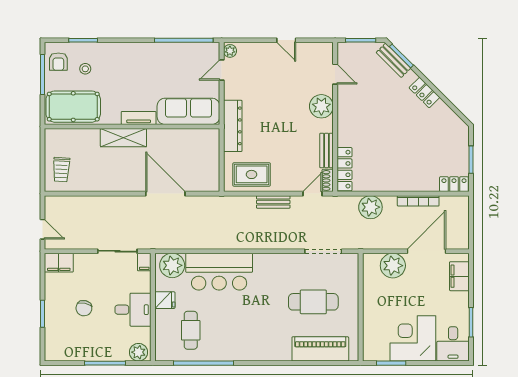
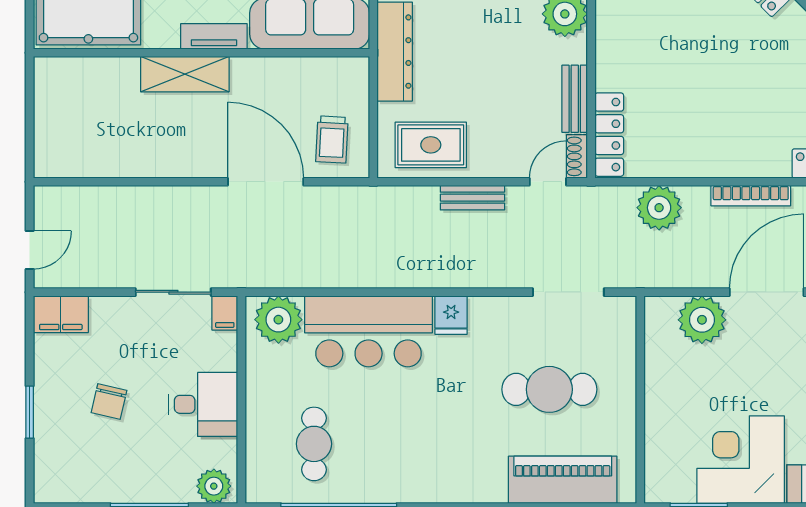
trolley: (61, 170) -> (332, 139), moved
door: (43, 229) -> (30, 250), hinge flipped
fridge: (165, 300) -> (451, 315), moved, turned 90

